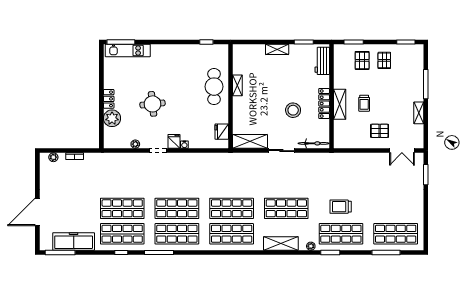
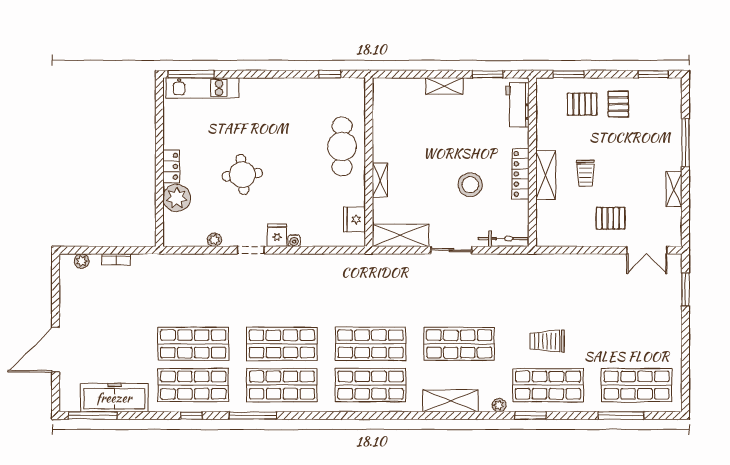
pallet: (362, 60) -> (582, 104), turned 90
shelving: (237, 85) -> (380, 180), moved

